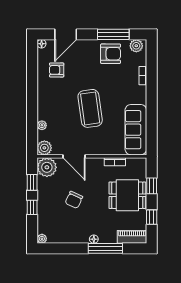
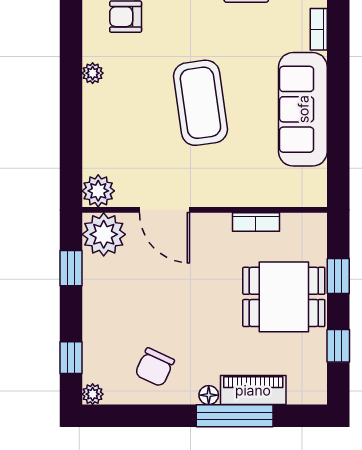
plant: (42, 125) -> (93, 73), moved
sofa: (136, 130) -> (303, 109), moved
chair: (74, 200) -> (155, 367), moved
window: (32, 207) -> (71, 358), moved
piano: (132, 237) -> (253, 390), moved

